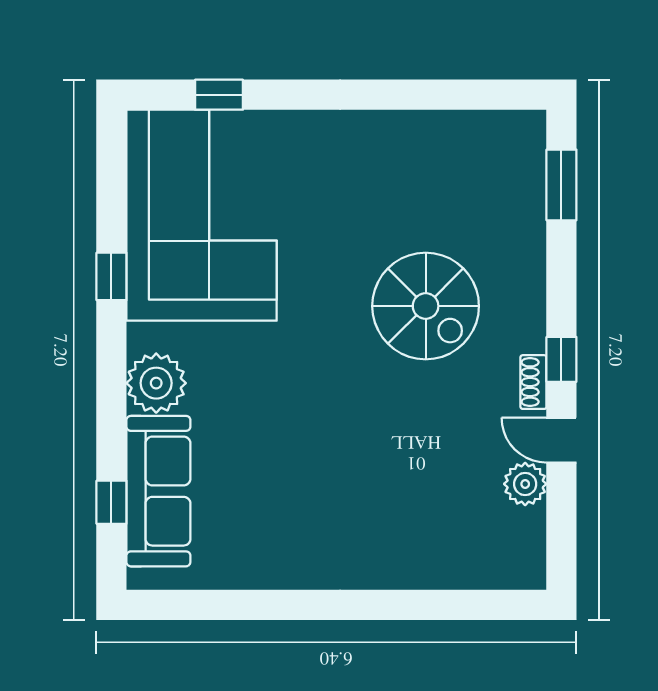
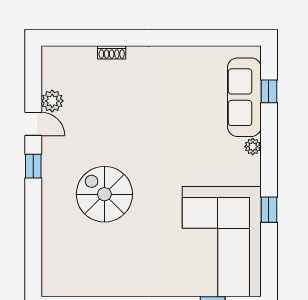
window: (561, 185) -> (33, 258), removed
shoe rack: (533, 382) -> (112, 52), moved, turned 90
plant: (156, 383) -> (253, 147), width x0.53, depth x0.53

